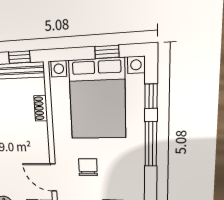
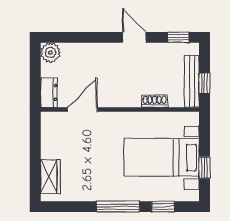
bed with nightstands: (97, 99) -> (162, 157), width x0.73
chair: (88, 167) -> (94, 146), removed

